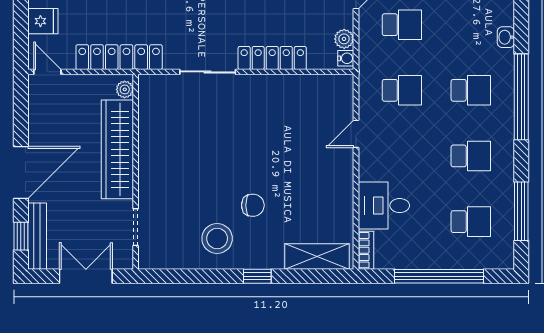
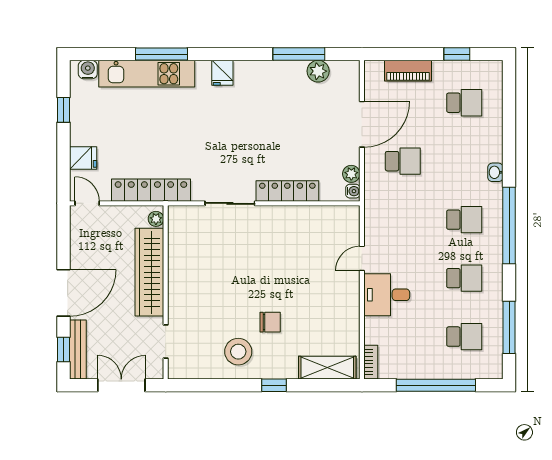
school desk: (402, 90) -> (403, 220), removed
desk: (384, 206) -> (387, 295), moved

